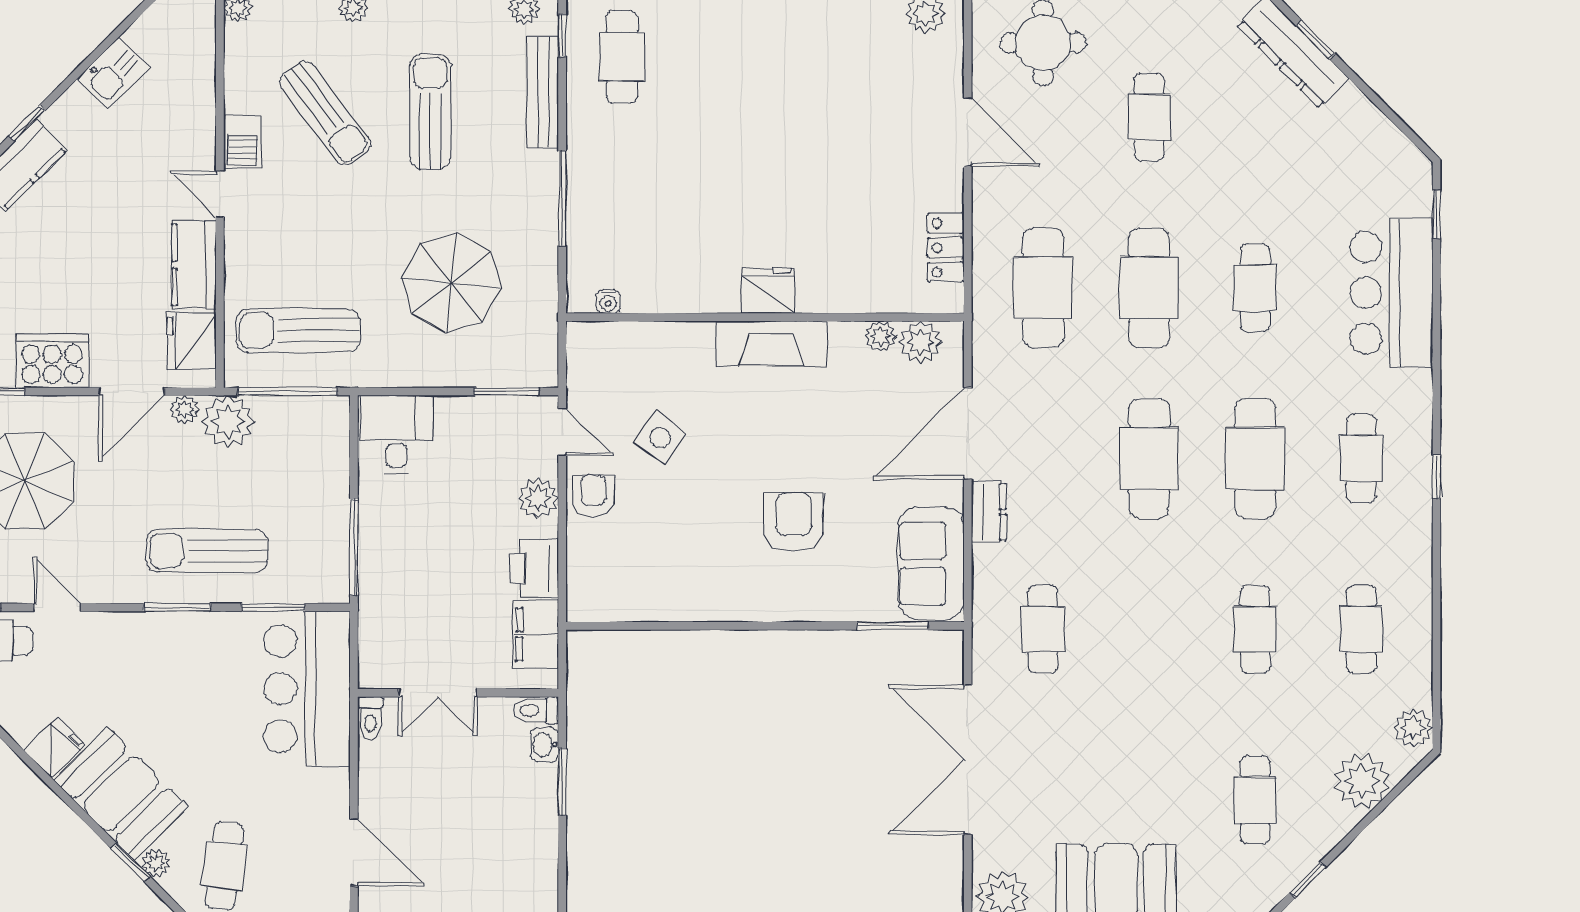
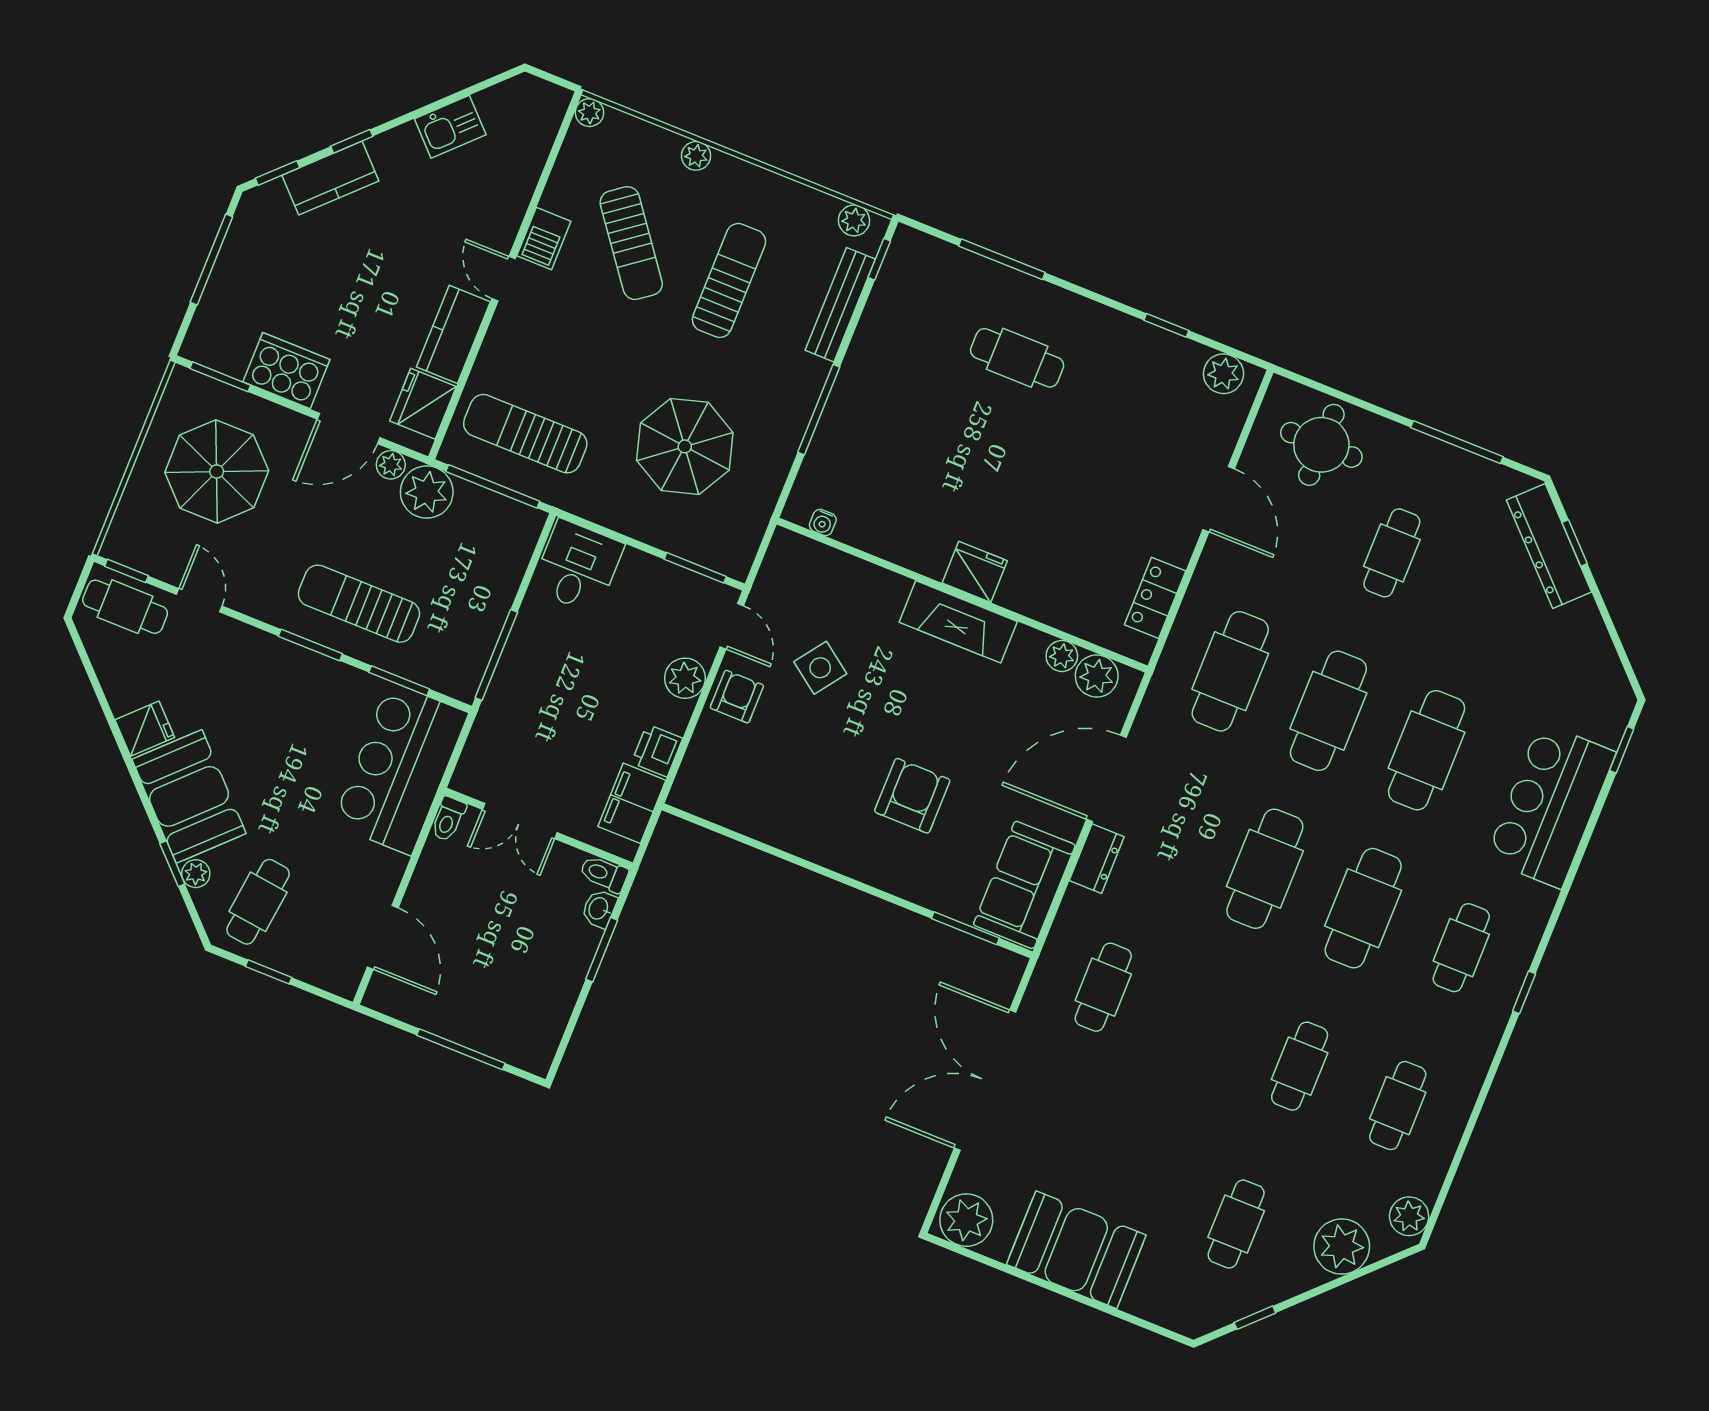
cafe table: (622, 57) -> (1017, 358), moved, turned 90
cafe table: (1255, 288) -> (1427, 750), width x1.37, depth x1.35
printer: (535, 568) -> (657, 750), width x0.73, depth x0.81

